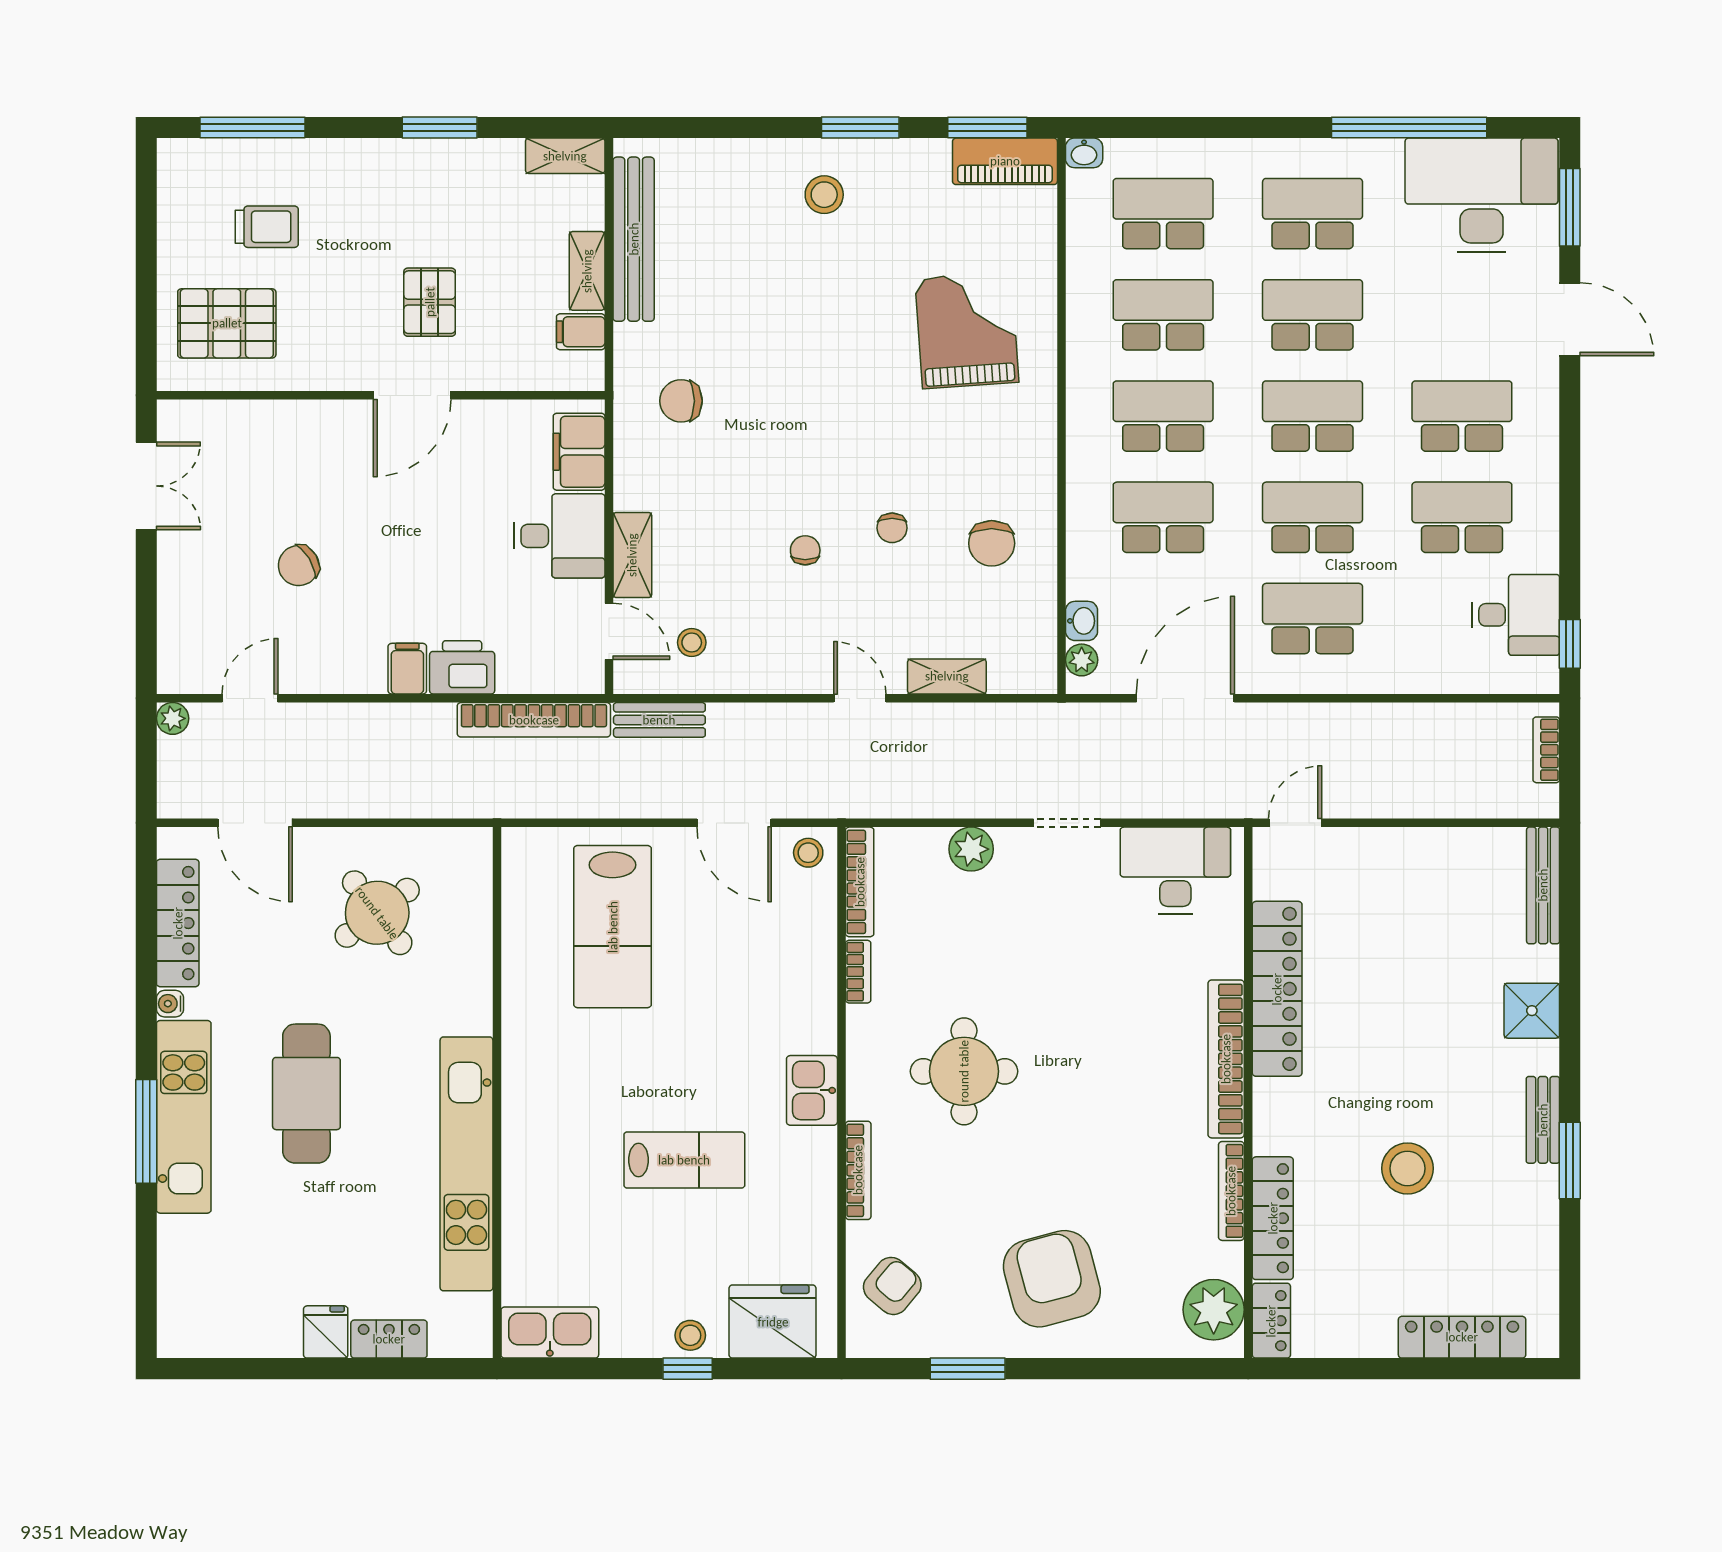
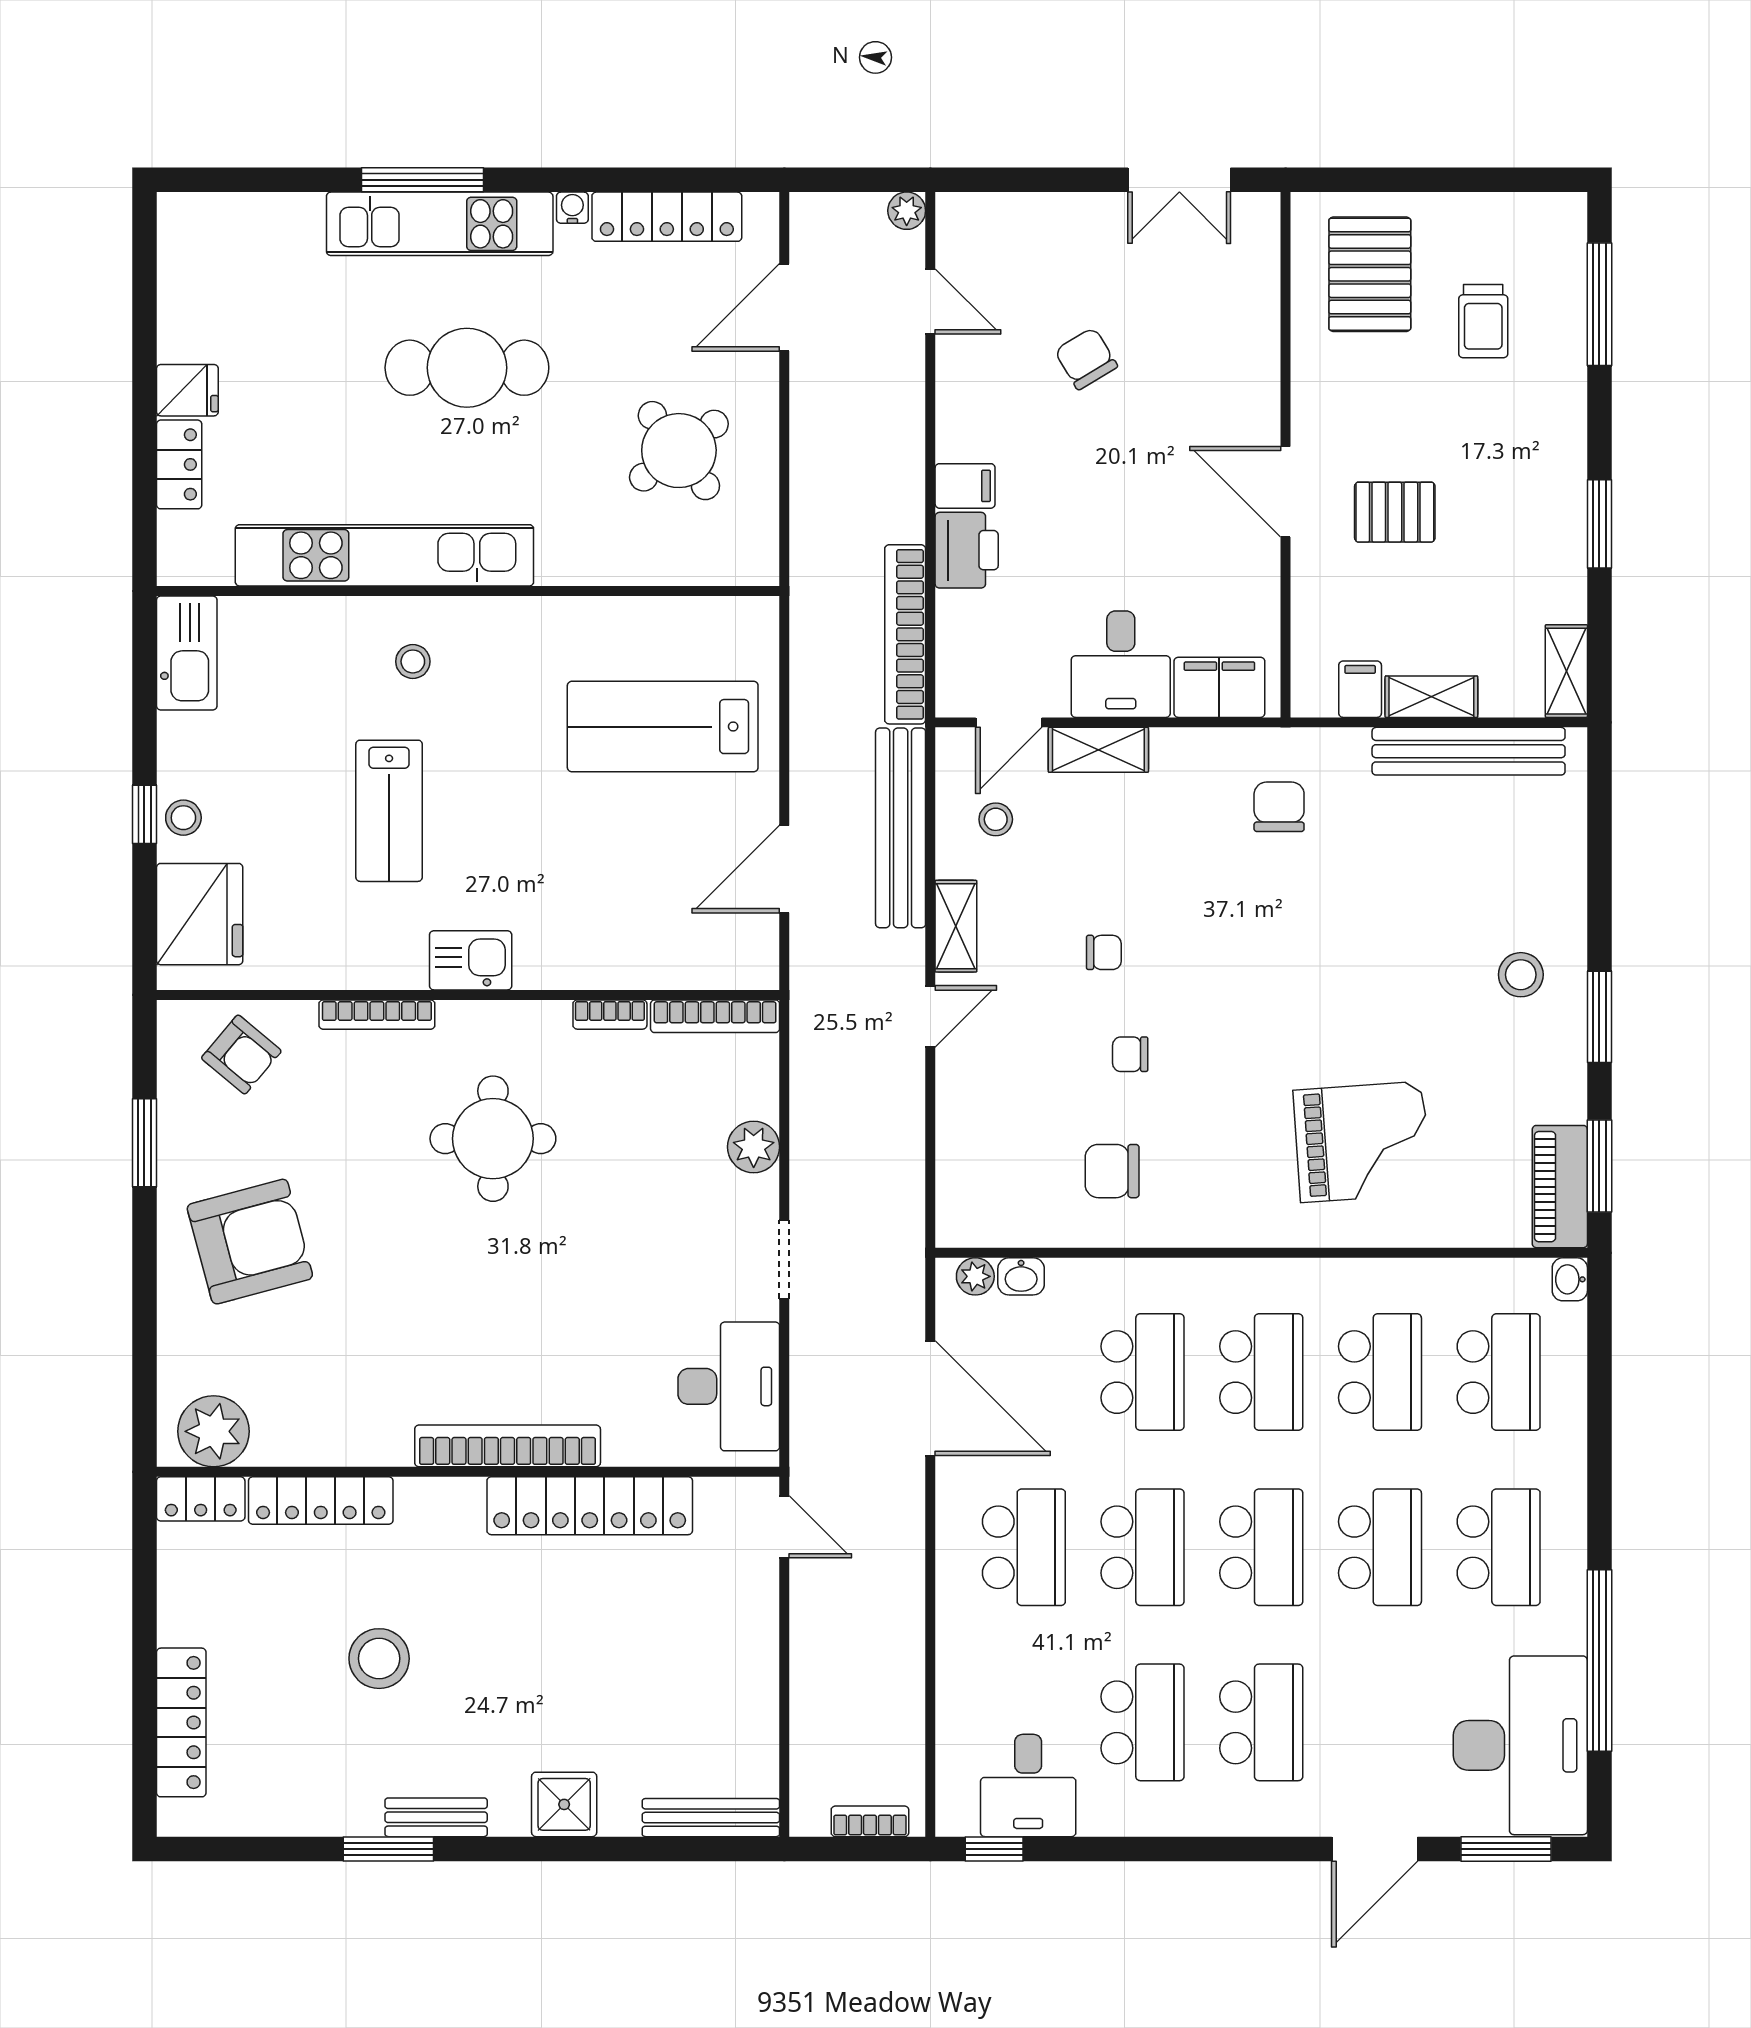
shelving: (947, 676) -> (956, 926), moved
bench: (659, 720) -> (901, 828), width x1.86, depth x1.21
stool: (808, 853) -> (413, 661), moved
bookcase: (1231, 1191) -> (353, 1452), removed

